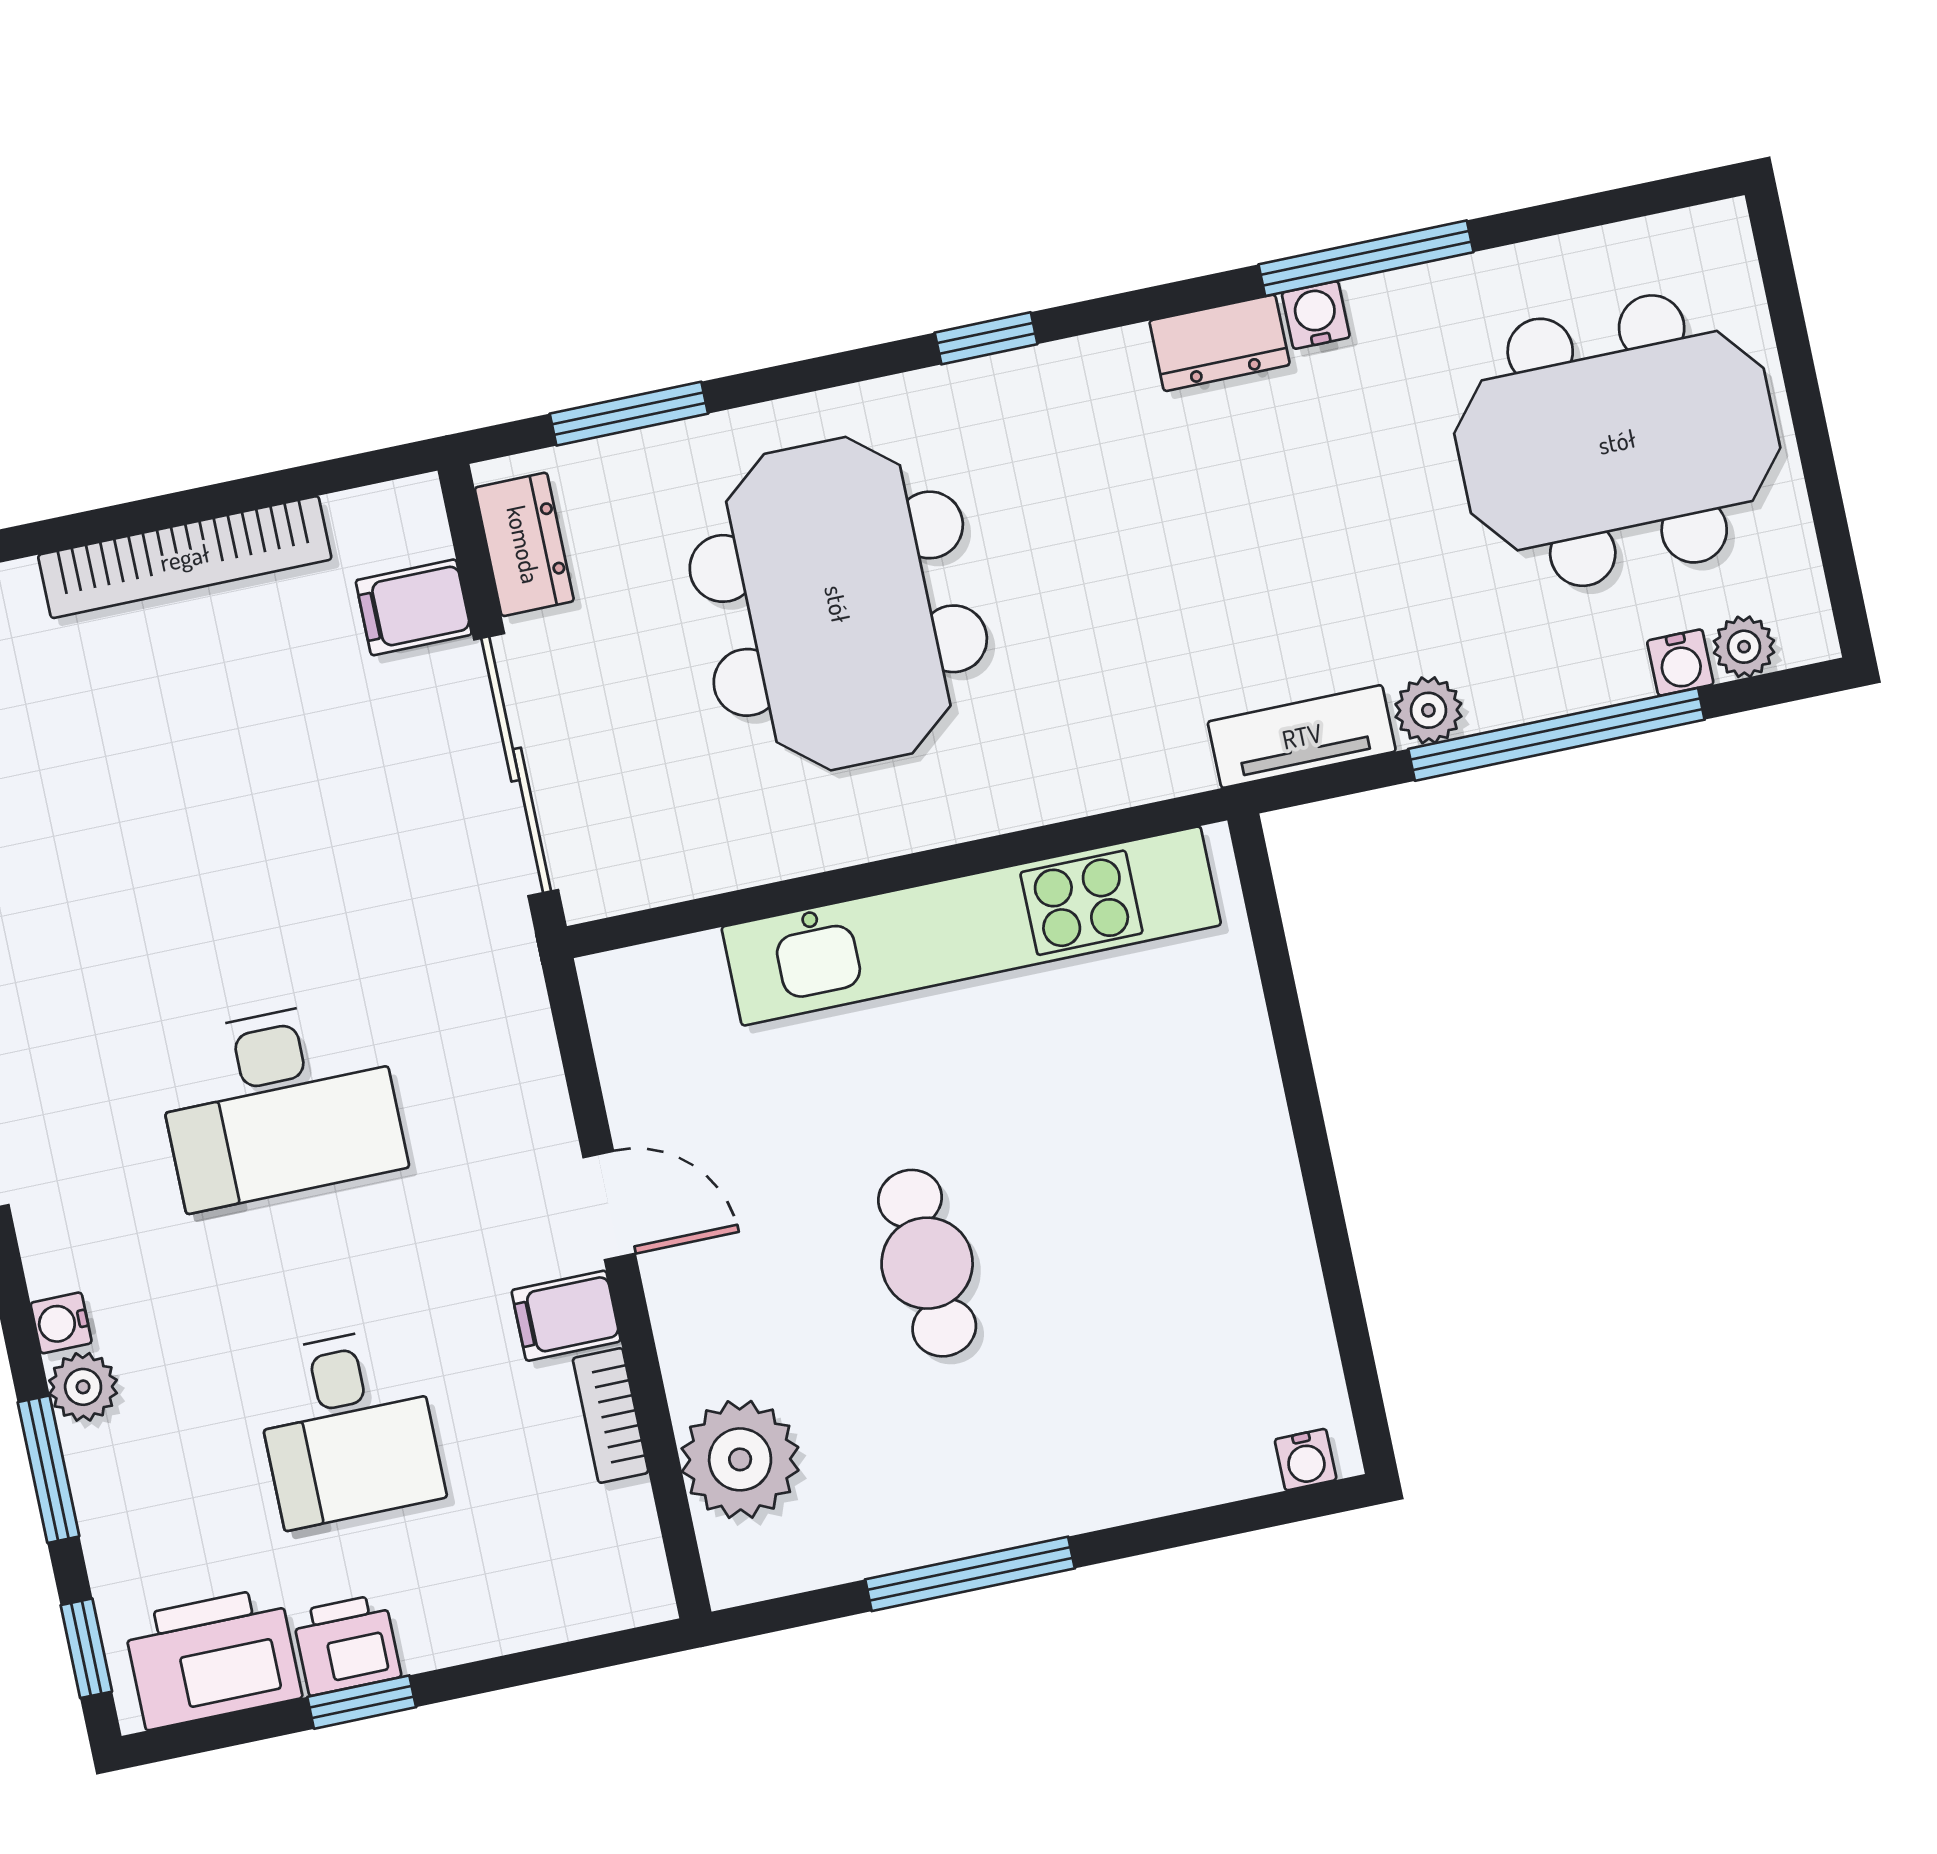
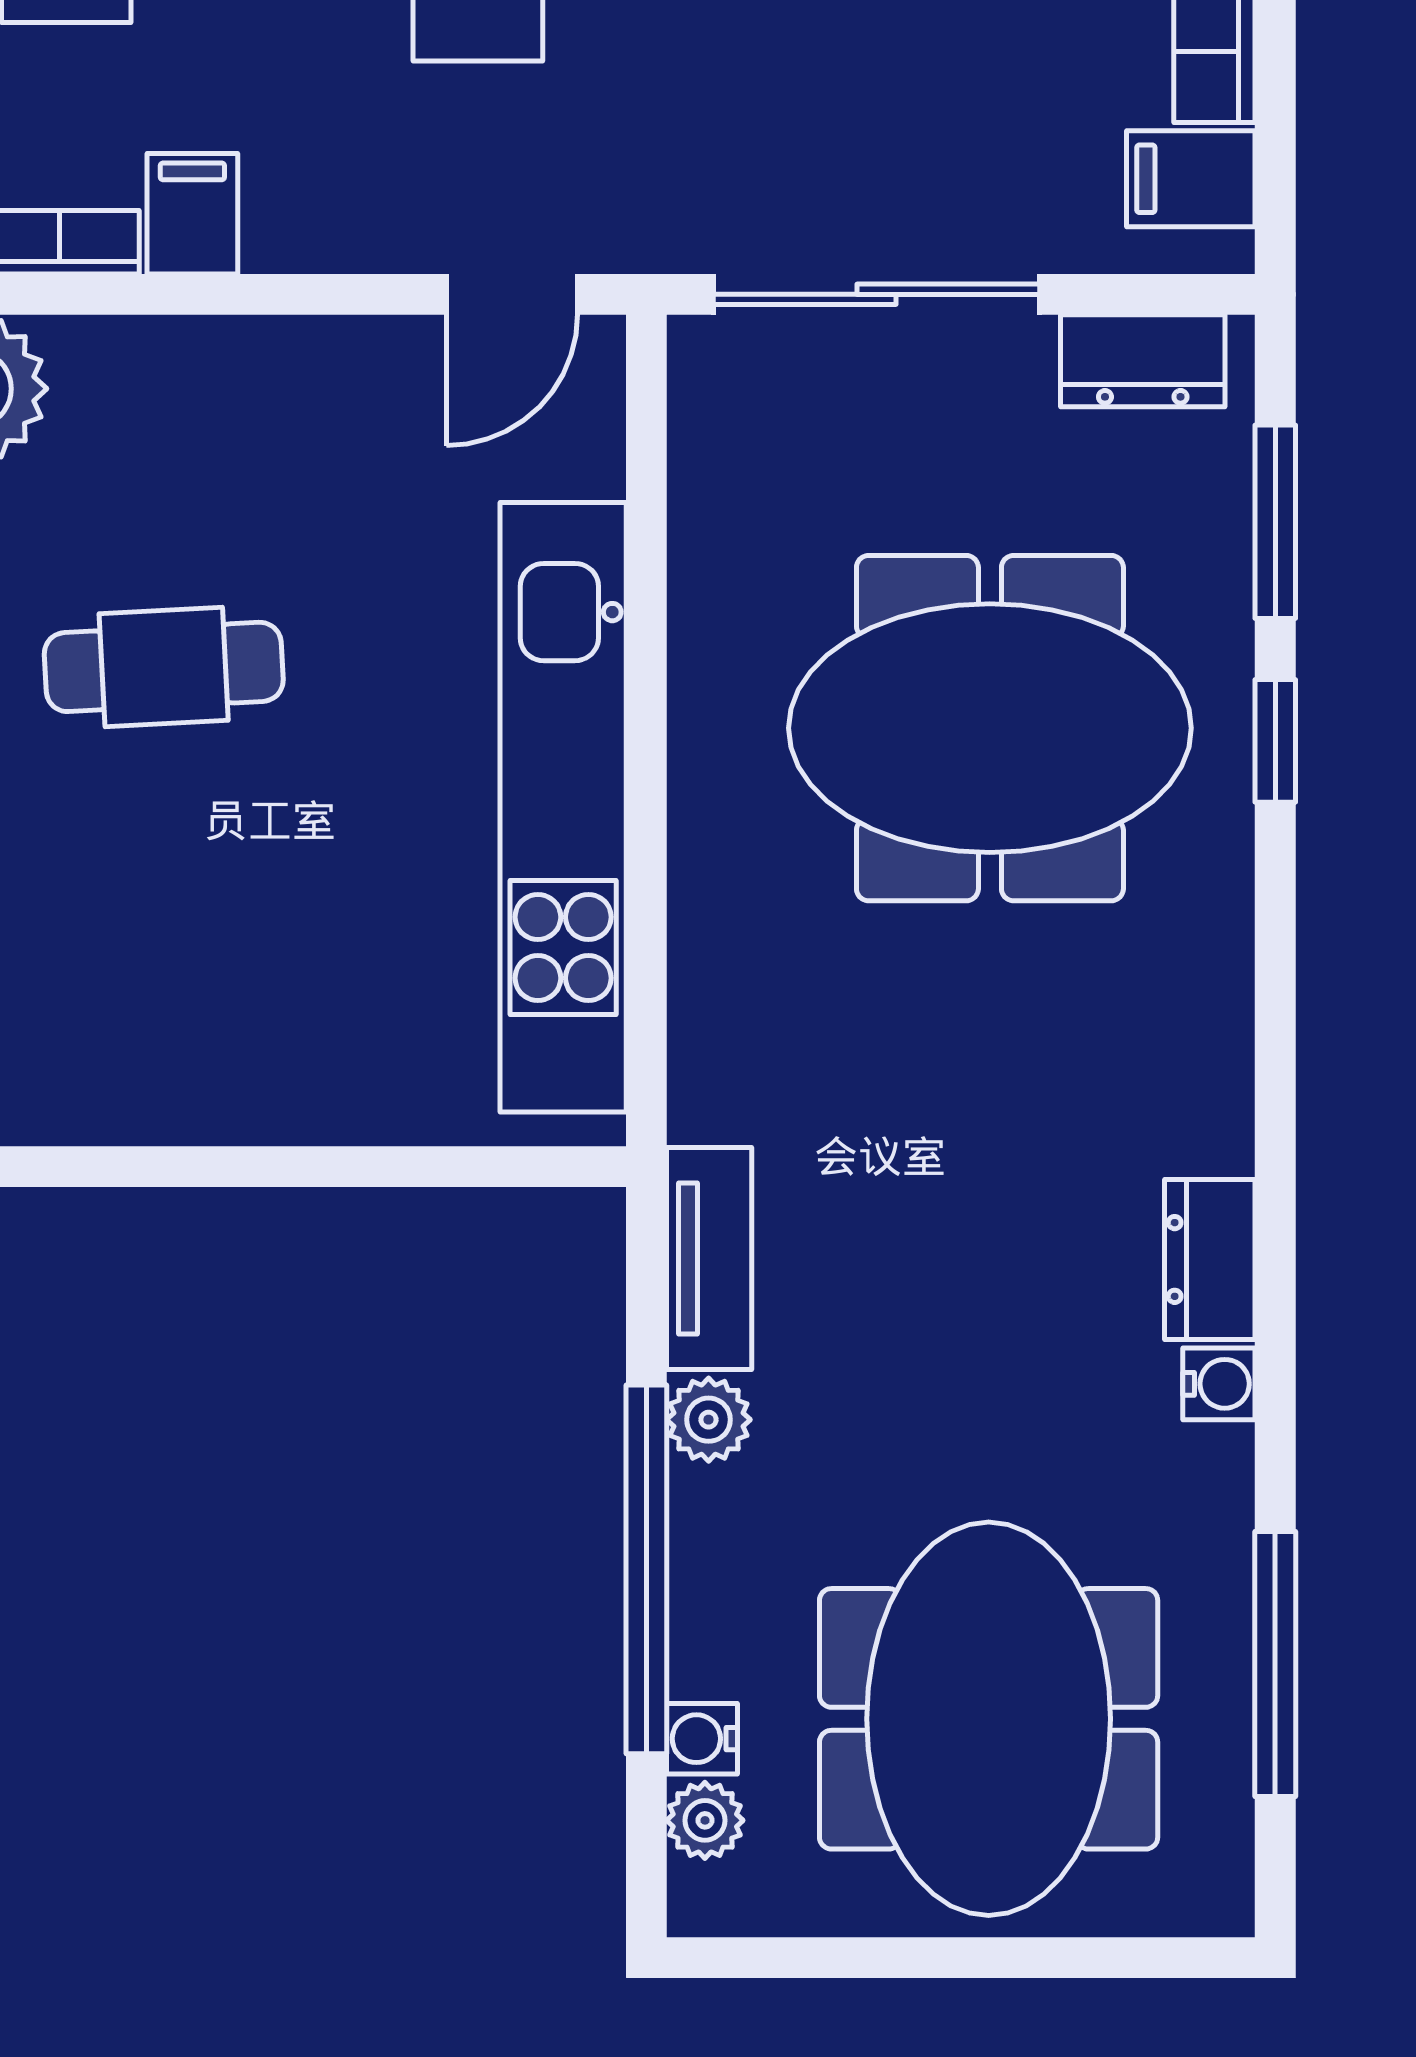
window: (1366, 258) -> (1275, 1664), moved
window: (986, 338) -> (1275, 741), moved
filing cabinet: (414, 607) -> (1191, 179), moved, turned -90
door: (609, 1205) -> (512, 294), moved

